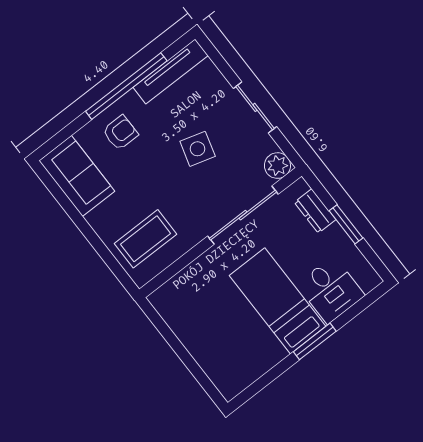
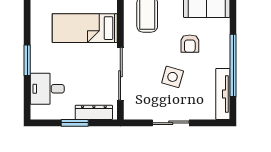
armchair: (120, 133) -> (190, 44), moved
plant: (277, 166) -> (132, 111), removed
dresser: (315, 211) -> (94, 112), width x1.44
bed: (278, 301) -> (85, 28), moved, turned 180

